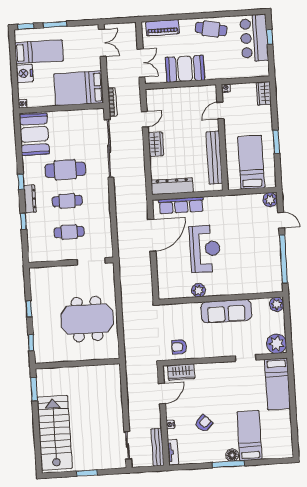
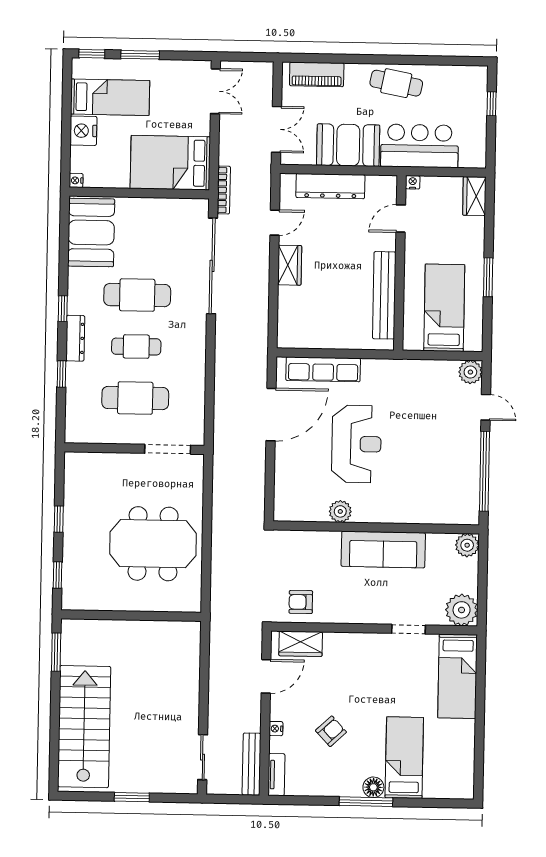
bar counter: (254, 38) -> (420, 146), moved, turned 90
dresser: (172, 186) -> (330, 186), moved, turned 180
cafe table: (69, 232) -> (135, 398), width x1.37, depth x1.35

